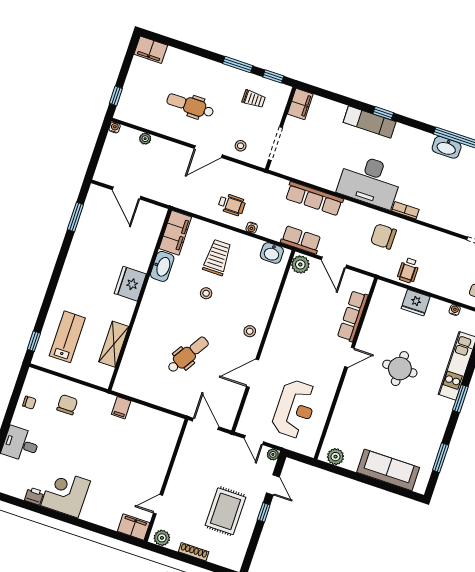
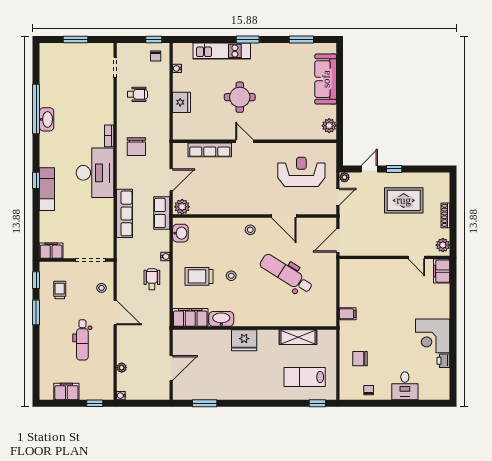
filing cabinet: (151, 50) -> (66, 392), moved, turned -90
wheelchair: (408, 270) -> (137, 94), moved
dental chair: (188, 355) -> (286, 274), width x1.36, depth x1.38

